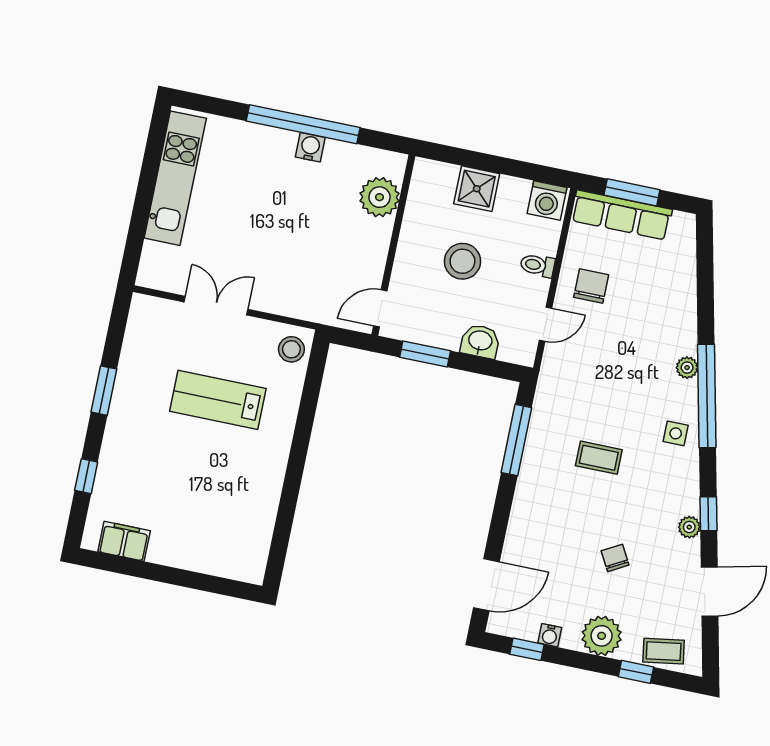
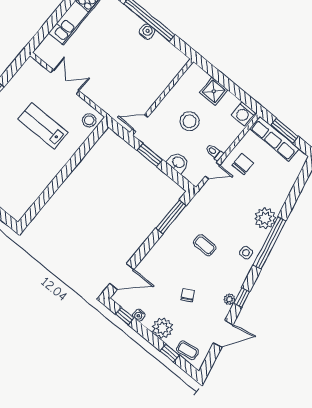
plant: (379, 197) -> (167, 72), removed
toilet: (537, 265) -> (214, 152), moved
plant: (687, 368) -> (265, 218), width x1.87, depth x1.87

